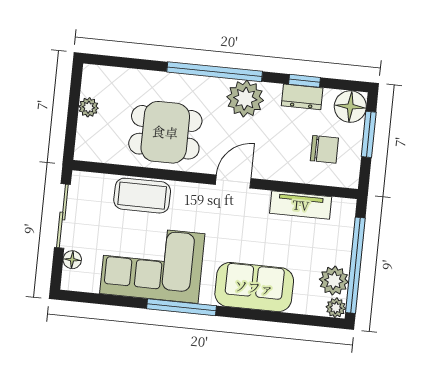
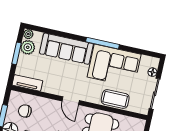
door: (233, 181) -> (71, 101), hinge flipped
tv unit: (301, 205) -> (27, 83), moved
window: (355, 265) -> (17, 53), width x0.47
sofa: (254, 287) -> (66, 49), width x1.36

